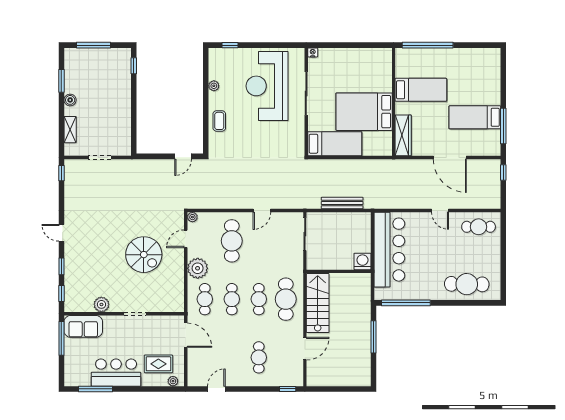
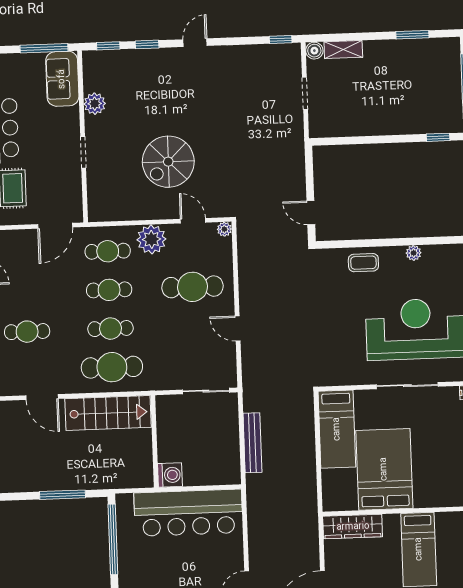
boiler: (70, 100) -> (314, 51), moved

